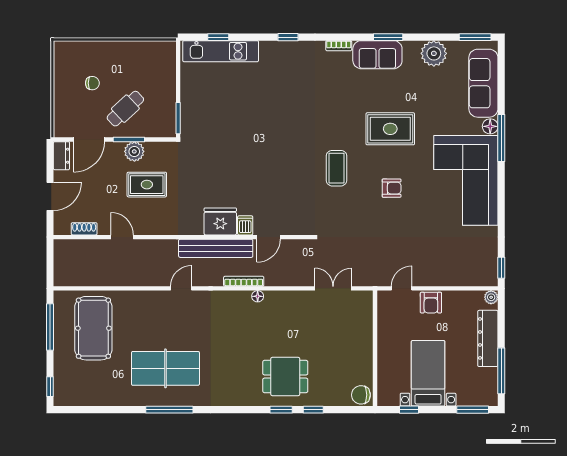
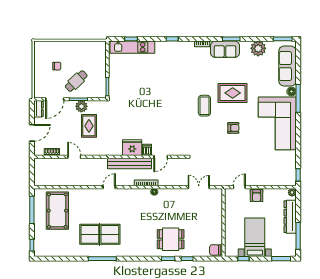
coffee table: (337, 168) -> (204, 106), moved
rug: (147, 185) -> (89, 126), turned 90

